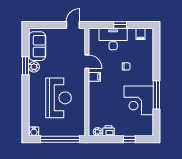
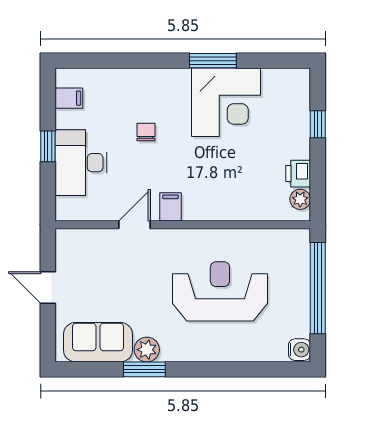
door: (73, 25) -> (48, 287), moved
window: (156, 95) -> (213, 61), width x0.69

